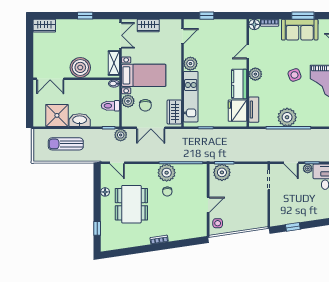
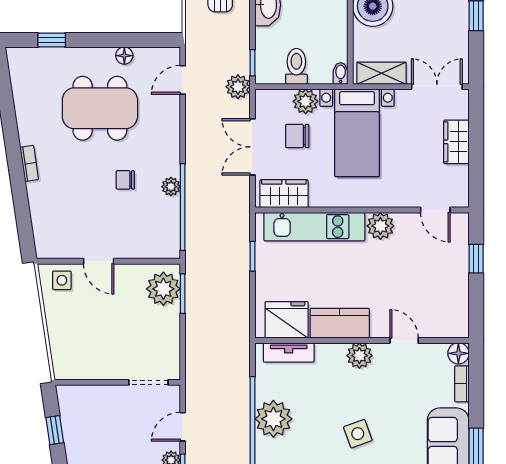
double door: (121, 35) -> (437, 87), swing flipped
plant: (167, 173) -> (171, 187), width x0.53, depth x0.53

